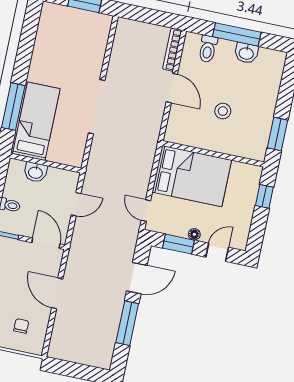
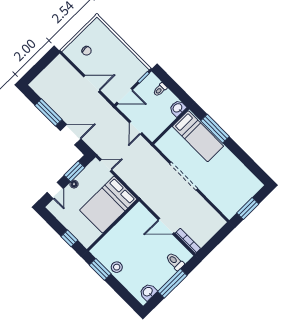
washbasin: (246, 53) -> (148, 292), moved
stool: (223, 111) -> (117, 267), moved
washbasin: (36, 172) -> (178, 108), moved
door: (137, 278) -> (71, 135), swing flipped

